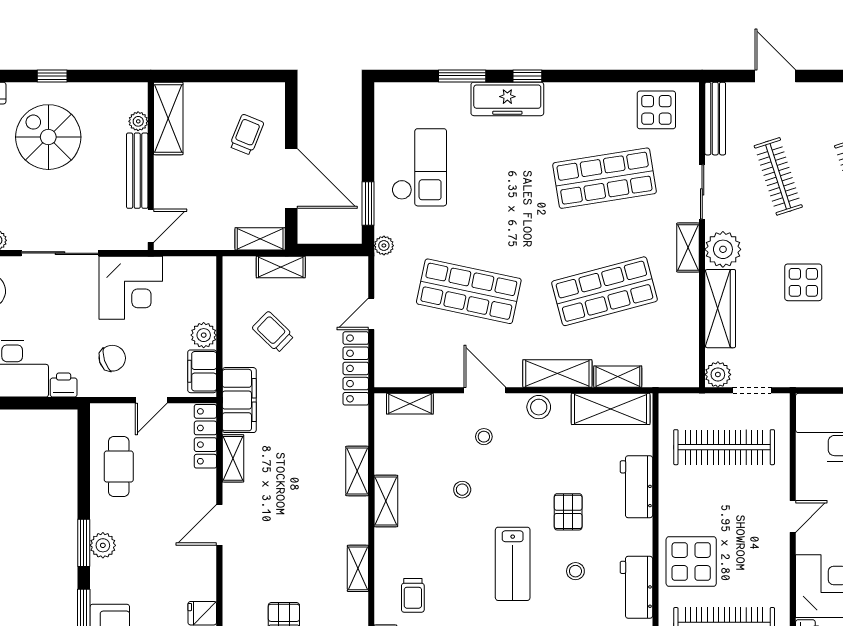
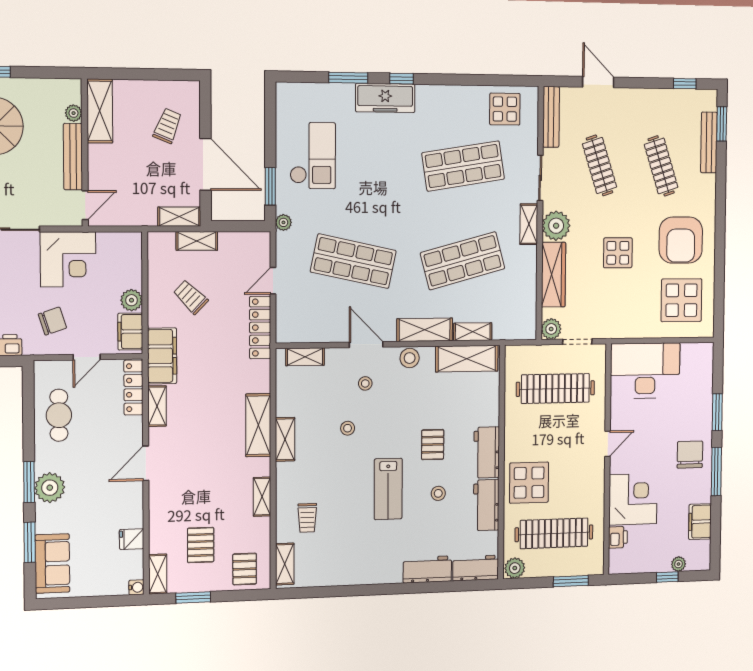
shelving: (357, 471) -> (258, 425), width x1.50, depth x1.33
workbench: (636, 487) -> (487, 452), moved
plant: (103, 545) -> (50, 488), width x1.36, depth x1.36

